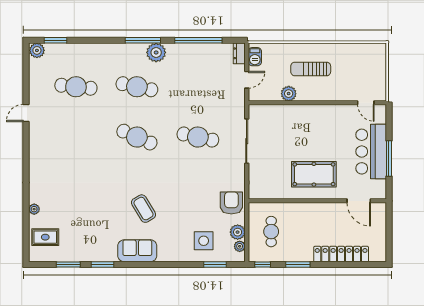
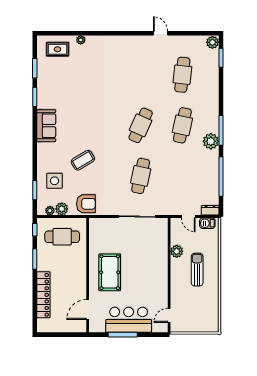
coffee table: (144, 209) -> (83, 160), moved
cafe table: (271, 232) -> (62, 237), width x1.37, depth x1.35
rug: (45, 237) -> (58, 49), turned 90

